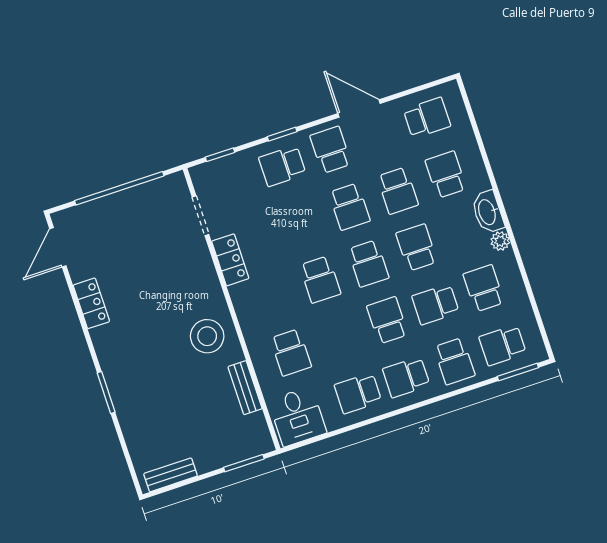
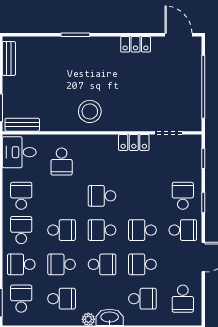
school desk: (435, 304) -> (62, 264), turned -90
school desk: (291, 352) -> (62, 162), turned -90
bench: (245, 388) -> (22, 125), moved

